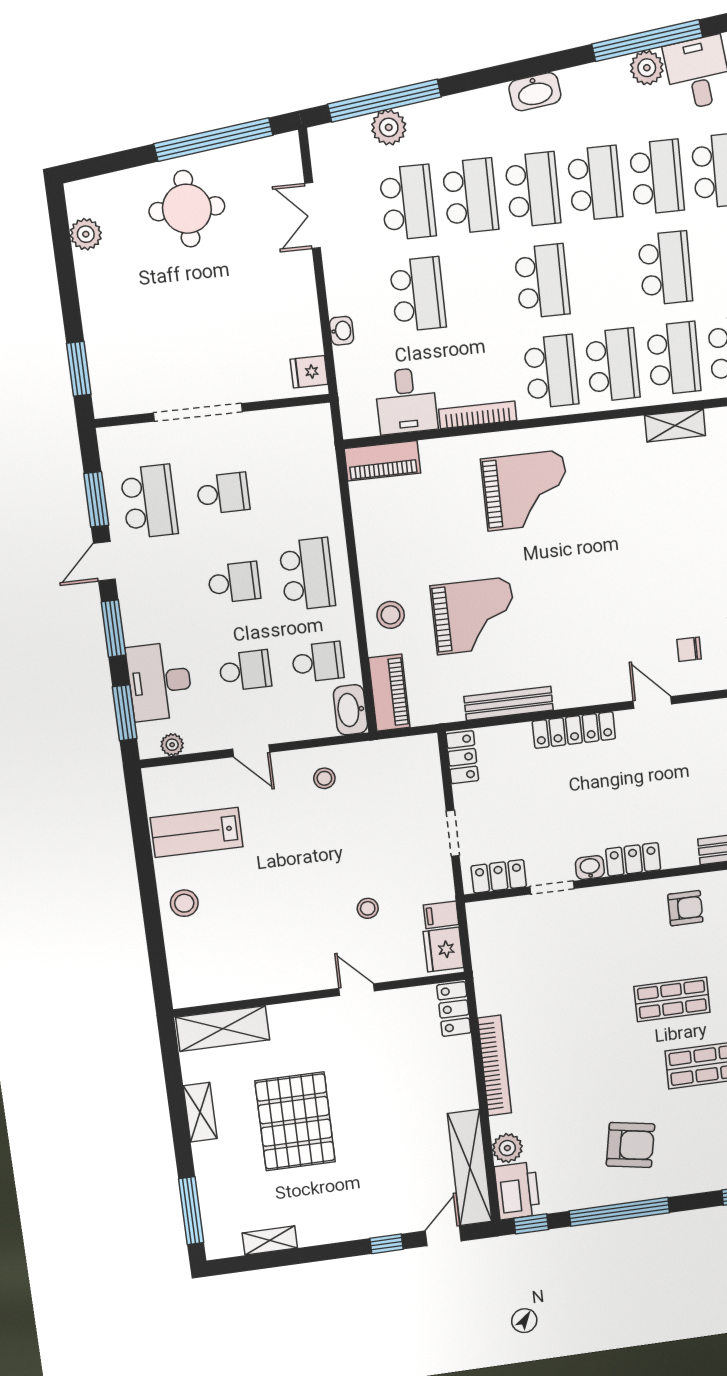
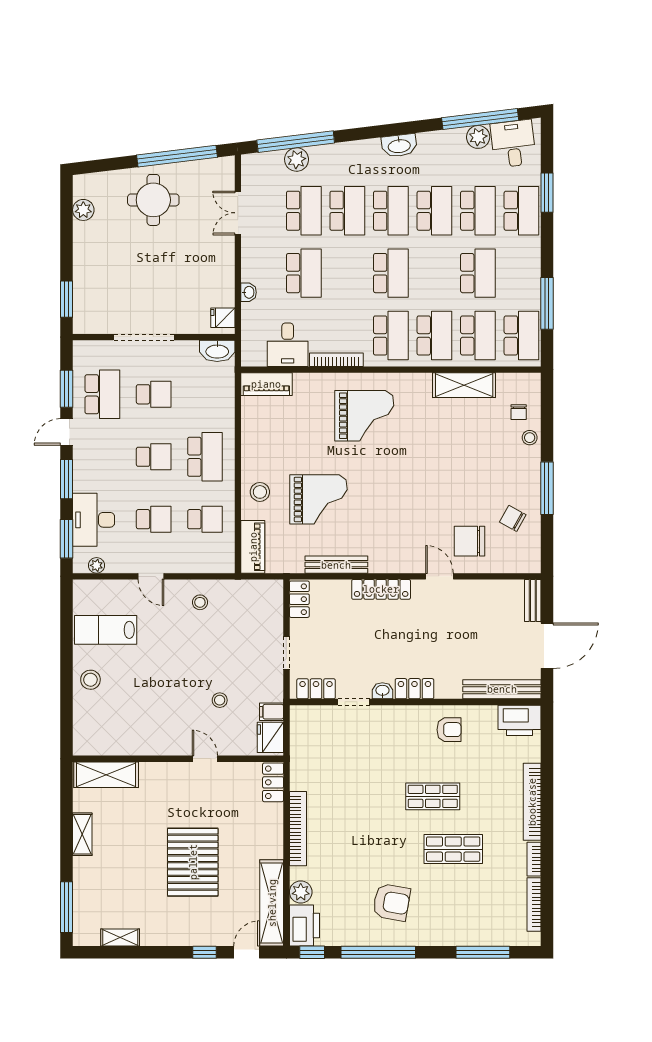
shelving: (675, 425) -> (464, 385), width x1.50, depth x1.33
chair: (689, 649) -> (470, 541), width x1.87, depth x1.87
washbasin: (350, 710) -> (217, 351), moved, turned -90
pallet: (295, 1121) -> (193, 862), moved

